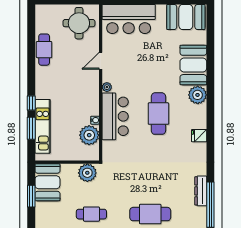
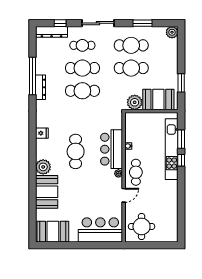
cafe table: (44, 50) -> (136, 172), moved
kitchen unit: (43, 126) -> (172, 149), width x1.36
plant: (89, 135) -> (133, 134), removed
booth: (47, 182) -> (158, 100), moved, turned 90
cafe table: (150, 187) -> (82, 91), added
cafe table: (91, 214) -> (131, 68), width x1.37, depth x1.35

